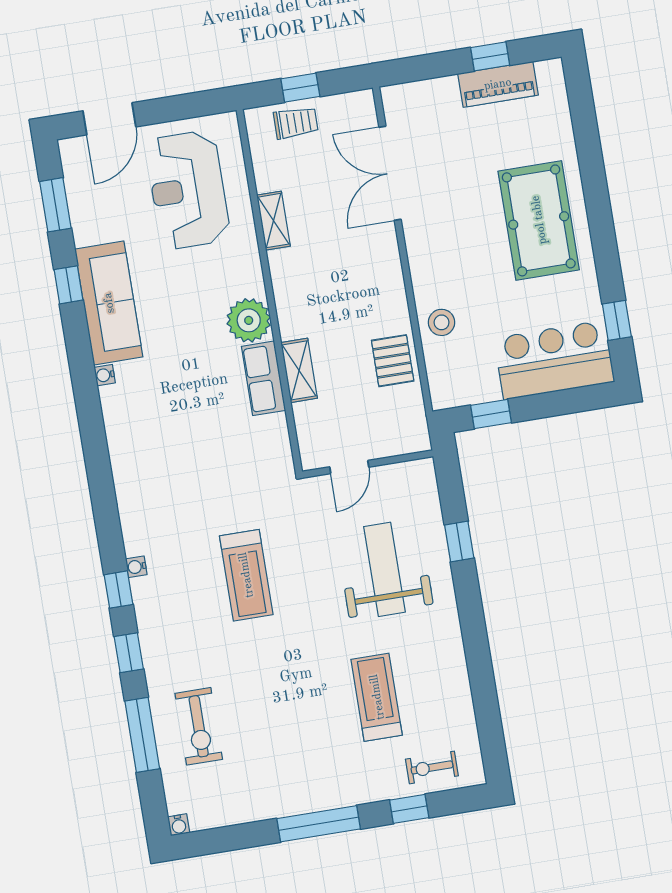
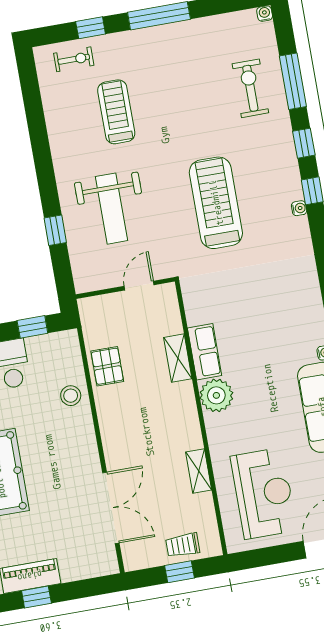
treadmill: (246, 575) -> (216, 203), width x1.37, depth x1.38
treadmill: (377, 697) -> (116, 112), turned 180

